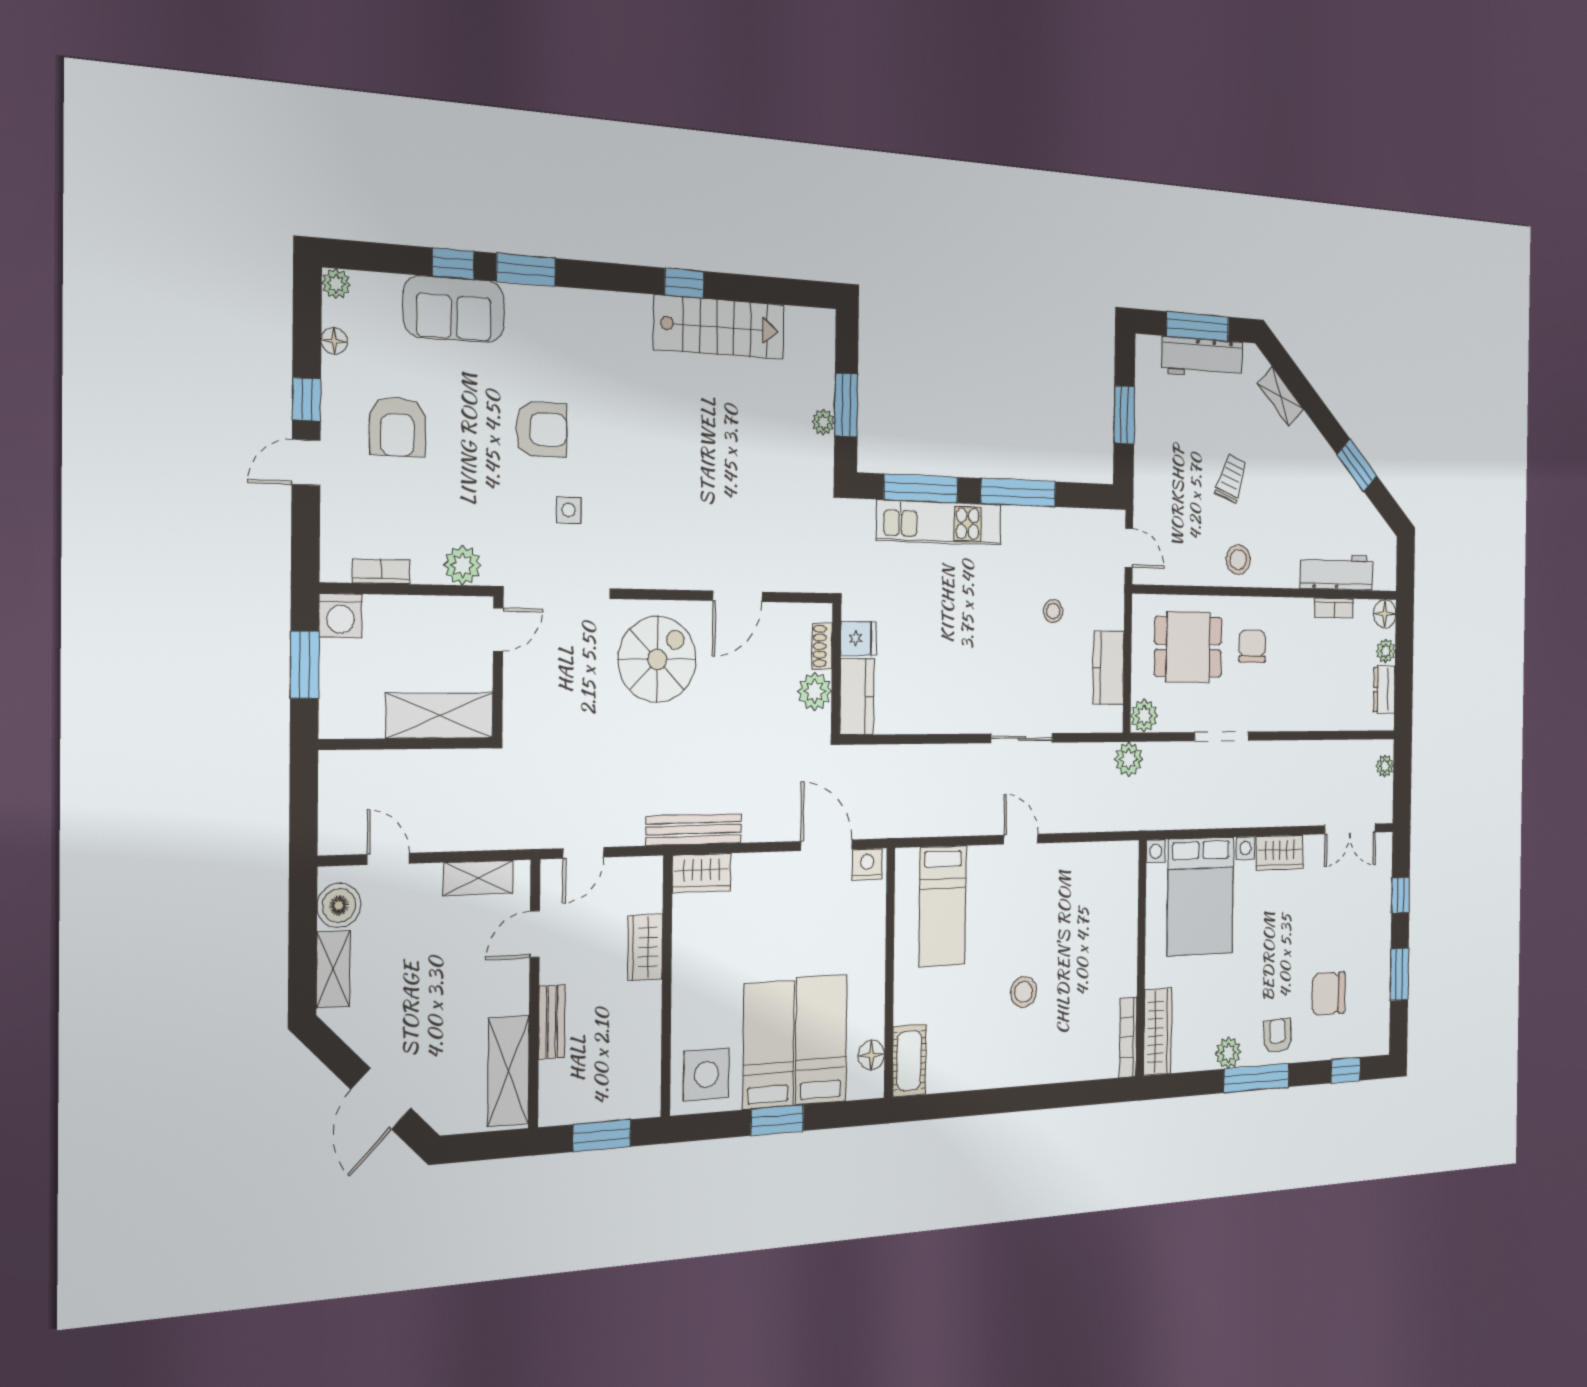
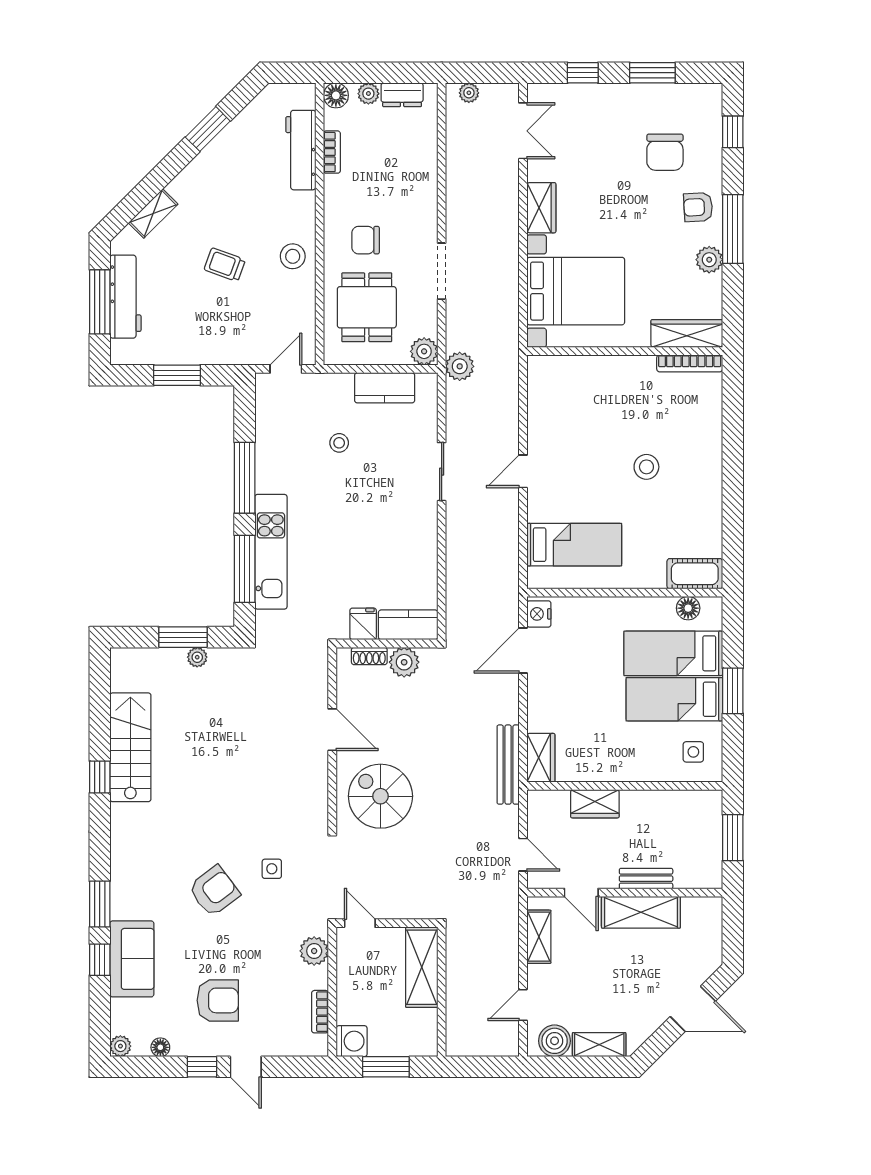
armchair: (541, 429) -> (214, 891), turned 53
shelving: (508, 1071) -> (641, 912), moved
side table: (706, 1074) -> (693, 752), width x0.54, depth x0.54

